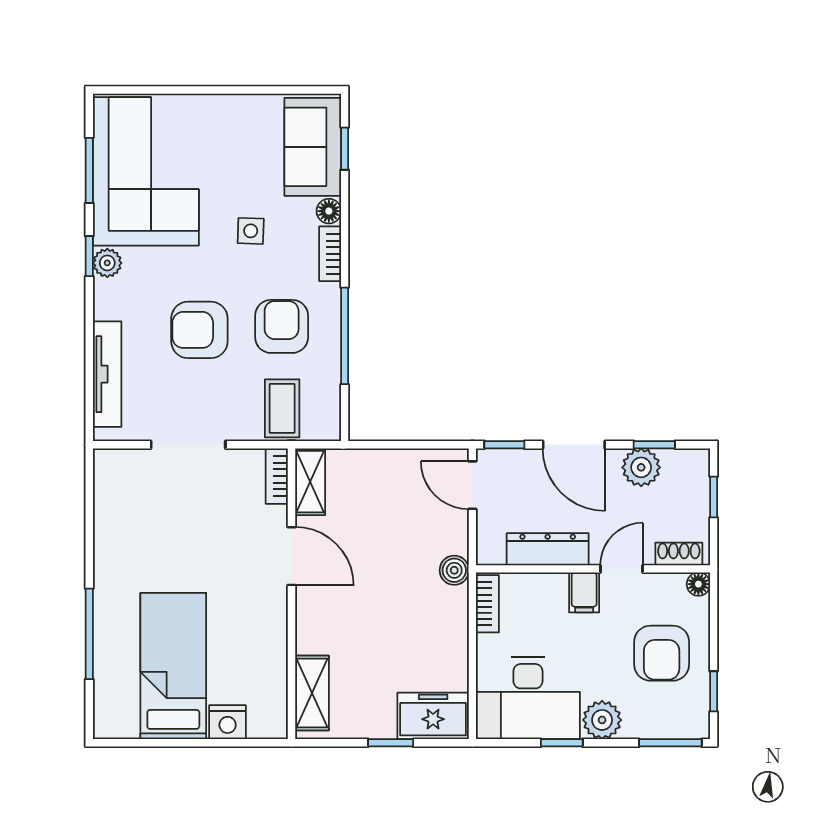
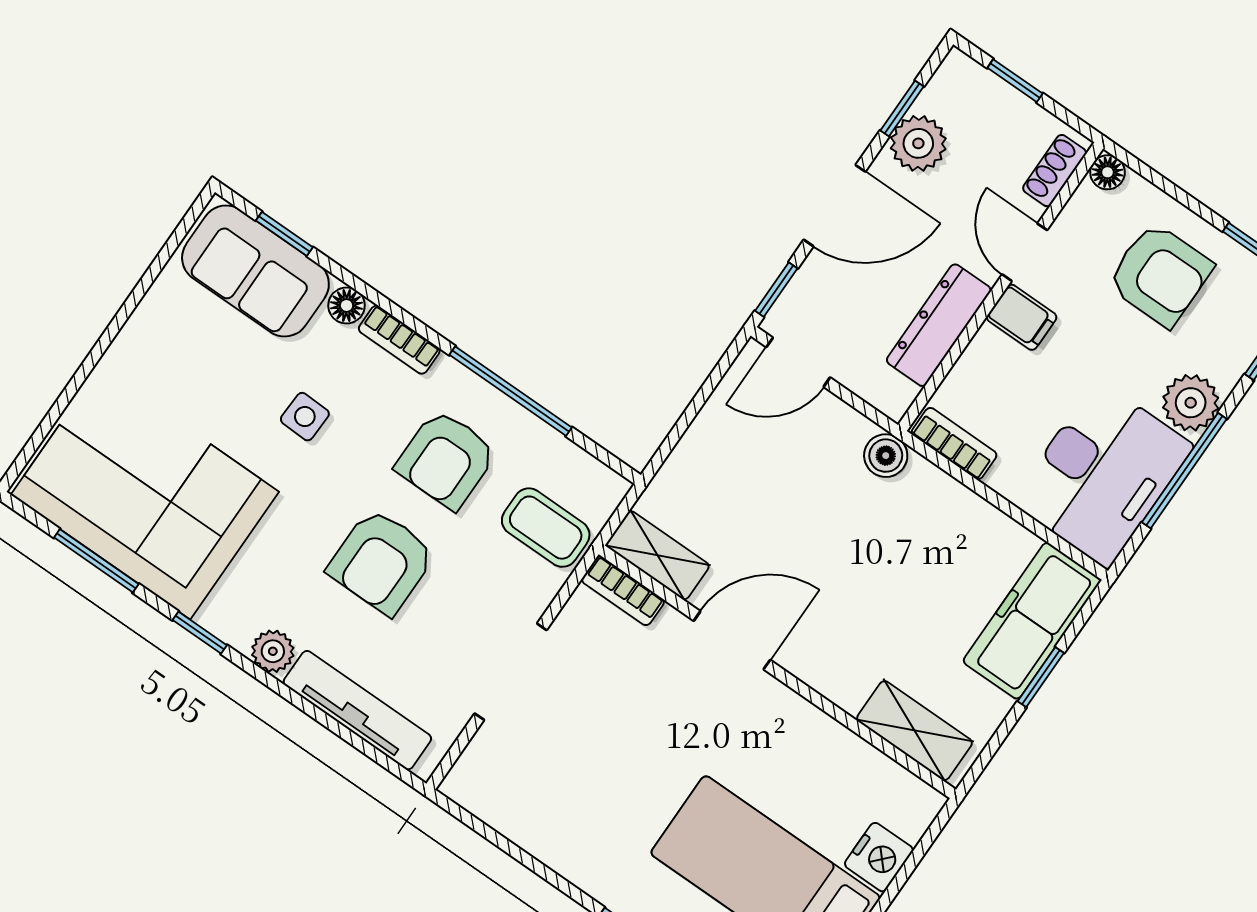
plant: (107, 263) -> (273, 651), moved
armchair: (282, 326) -> (446, 459), turned -90
freezer: (433, 716) -> (1032, 621), width x1.40
window: (562, 743) -> (1184, 471), width x2.17

